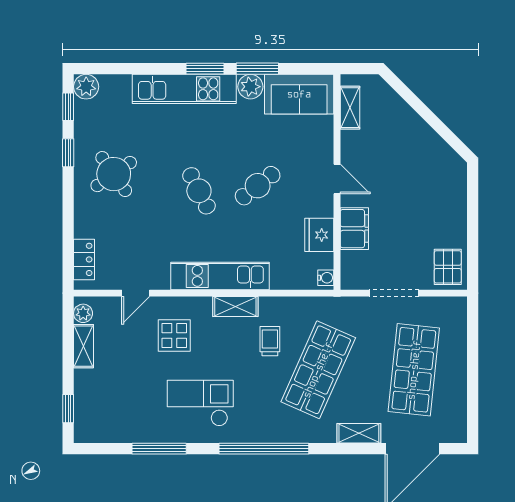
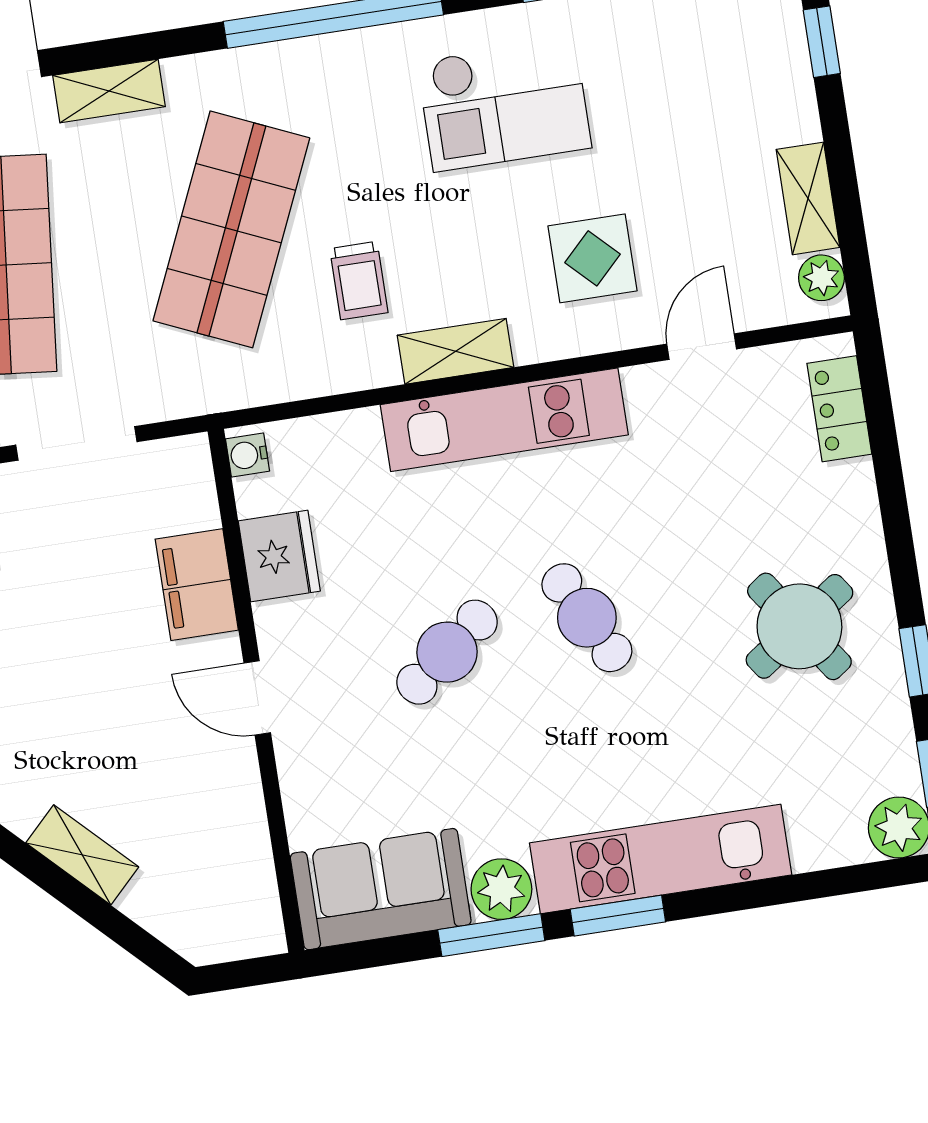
shelving: (350, 108) -> (82, 855), moved, turned -45

